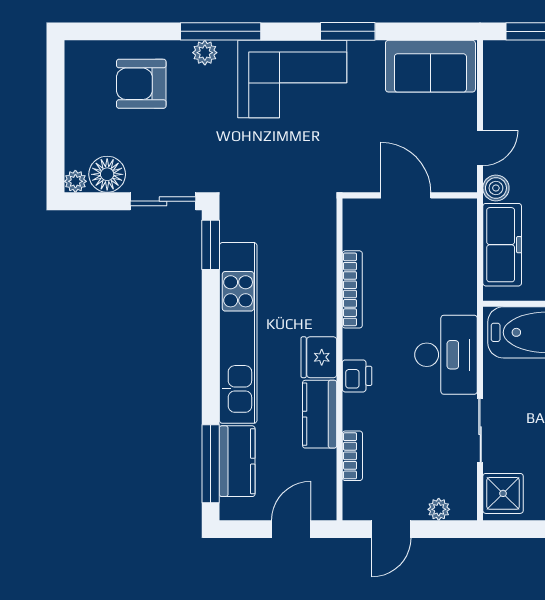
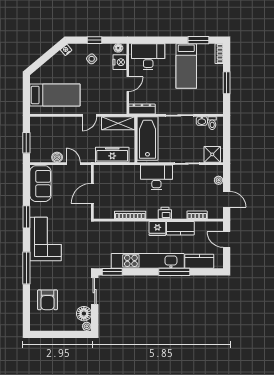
plant: (205, 53) -> (35, 274), removed
boiler: (496, 188) -> (57, 157), moved
window: (211, 464) -> (174, 272), moved

